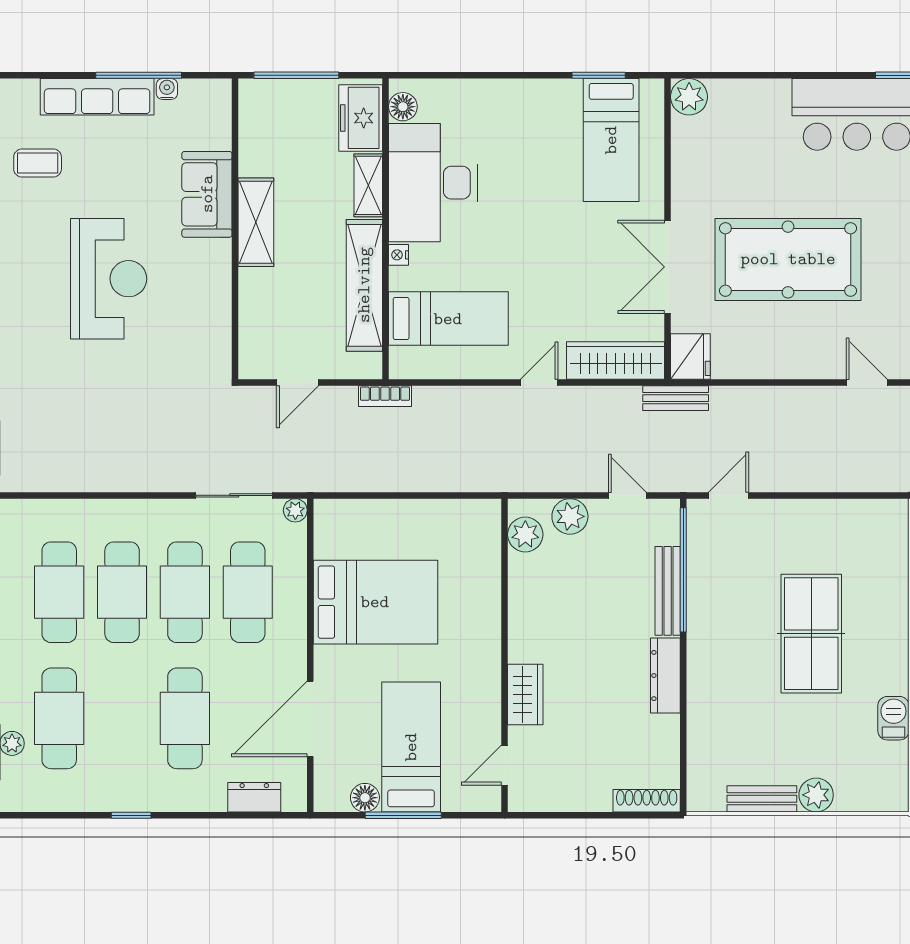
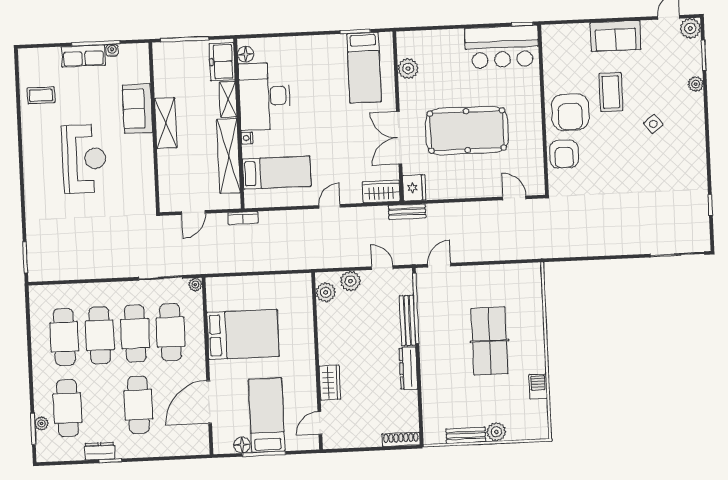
row of seats: (97, 97) -> (83, 56), width x0.68
plant: (689, 97) -> (408, 69), moved
wardrobe: (616, 360) -> (381, 192), width x0.67
dresser: (254, 797) -> (100, 451), moved

